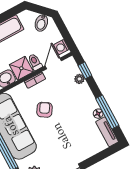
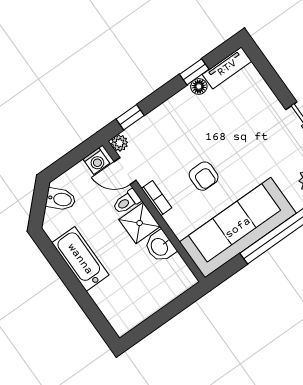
plant: (79, 79) -> (119, 143), moved
armchair: (45, 110) -> (204, 176), turned -122
window: (107, 112) -> (194, 72), width x0.46

